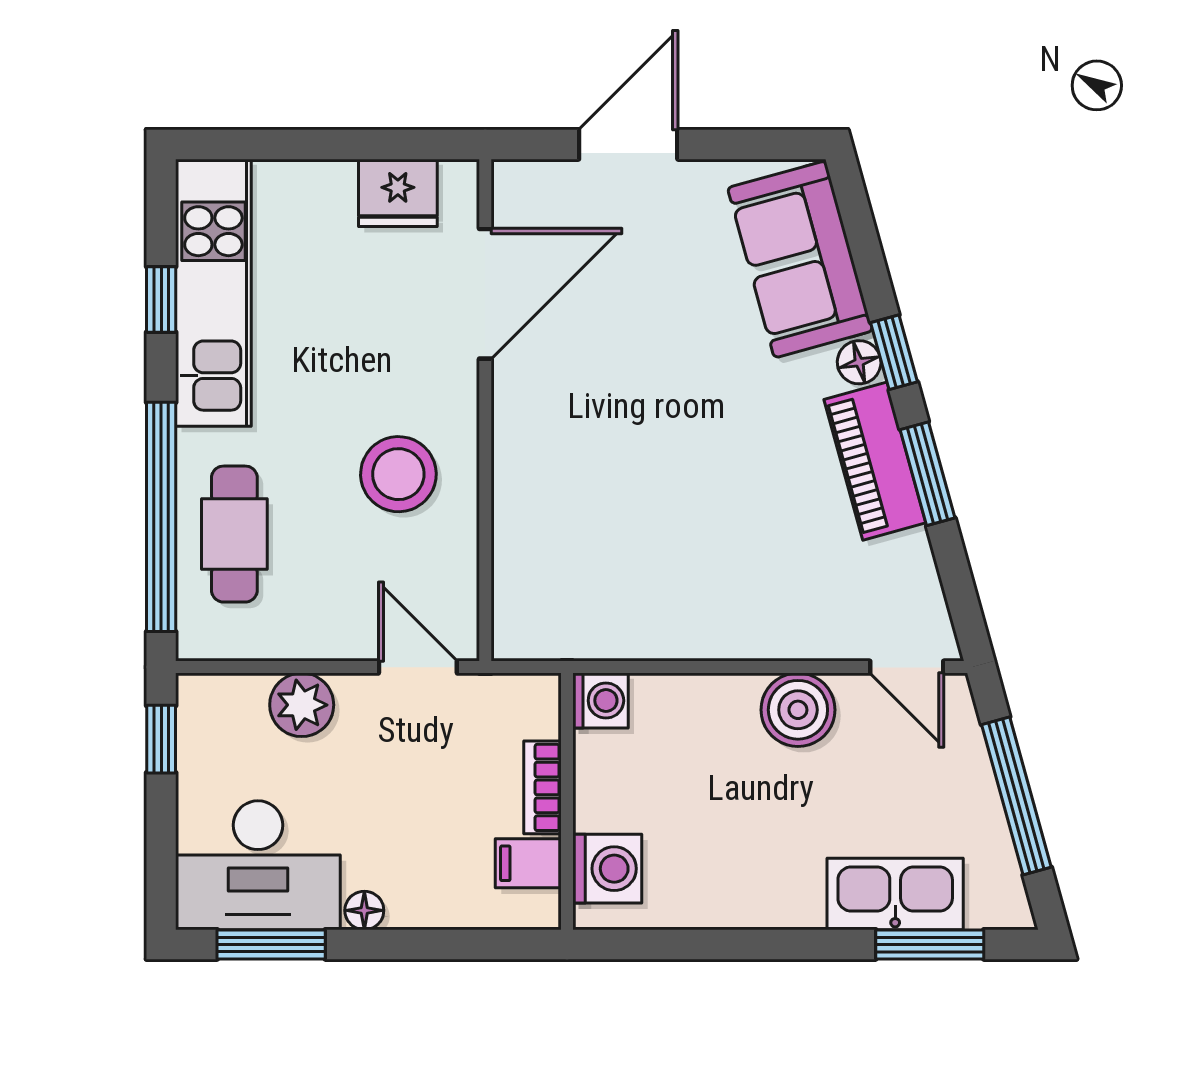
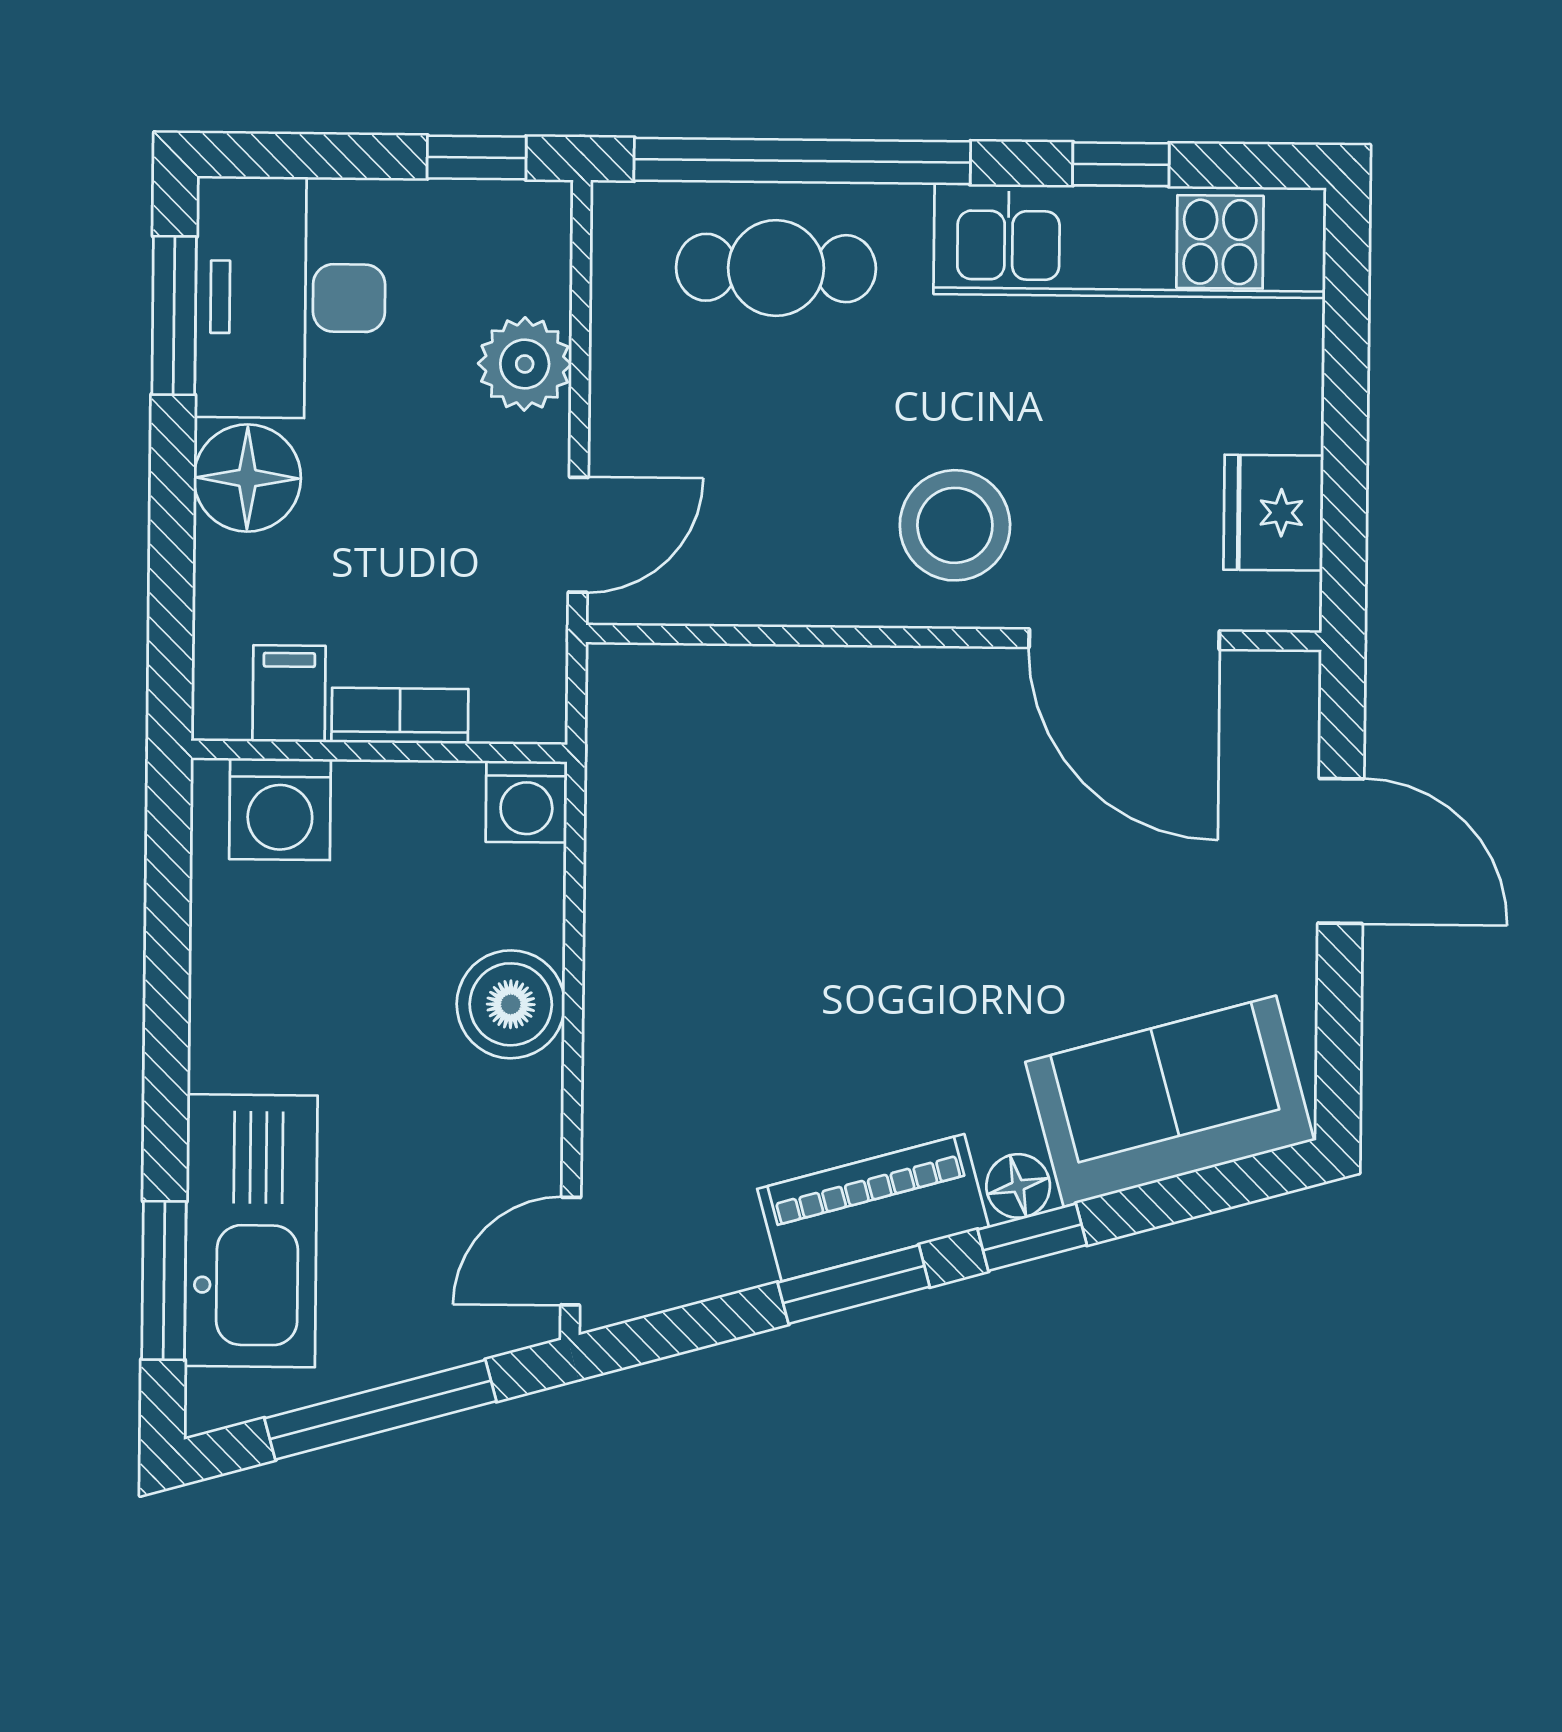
stool: (398, 474) -> (955, 525), moved
boiler: (798, 710) -> (511, 1004), moved
kitchen sink: (895, 894) -> (251, 1231), width x1.36, depth x1.24
floor lamp: (364, 910) -> (247, 478), width x1.89, depth x1.89

